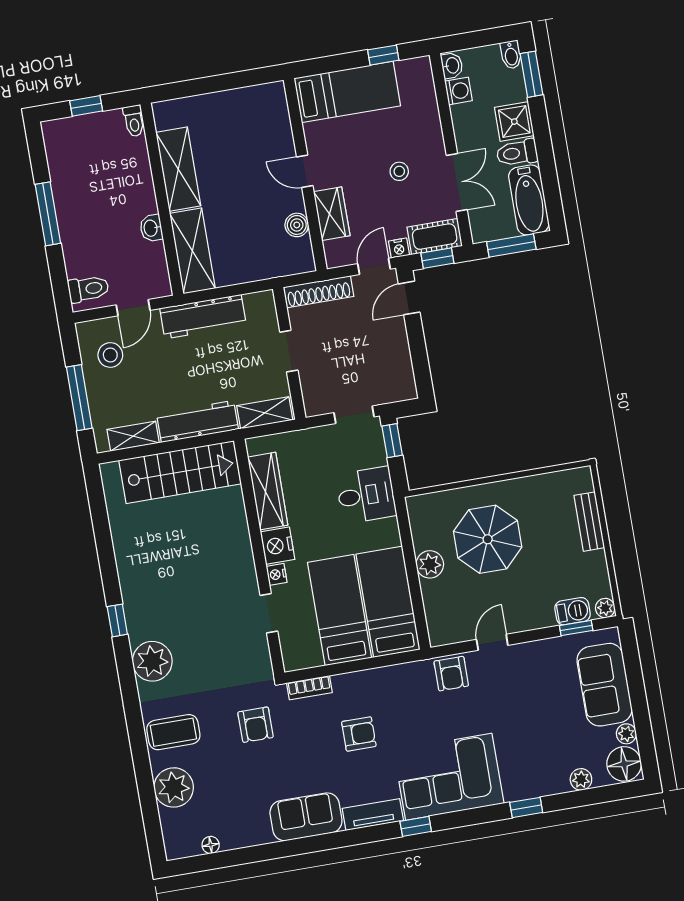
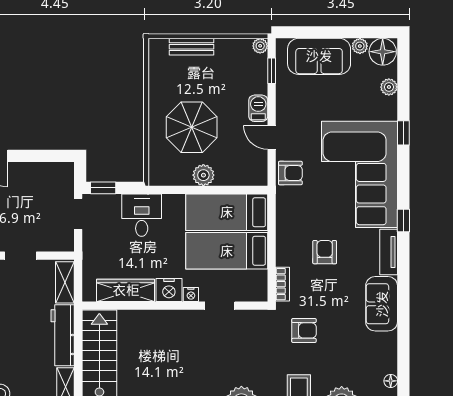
barbecue: (573, 611) -> (258, 108), moved
corner sofa: (449, 777) -> (359, 174), width x1.36, depth x1.36

